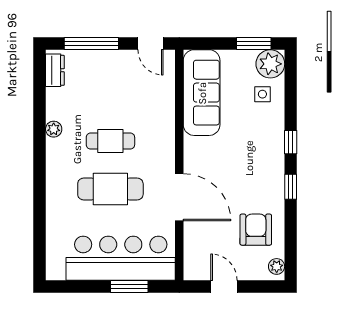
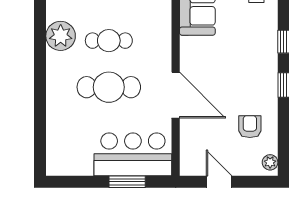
plant: (54, 129) -> (61, 36), width x1.88, depth x1.88
armchair: (256, 230) -> (250, 127), width x0.72, depth x0.72
bar counter: (121, 258) -> (133, 154), width x0.73

